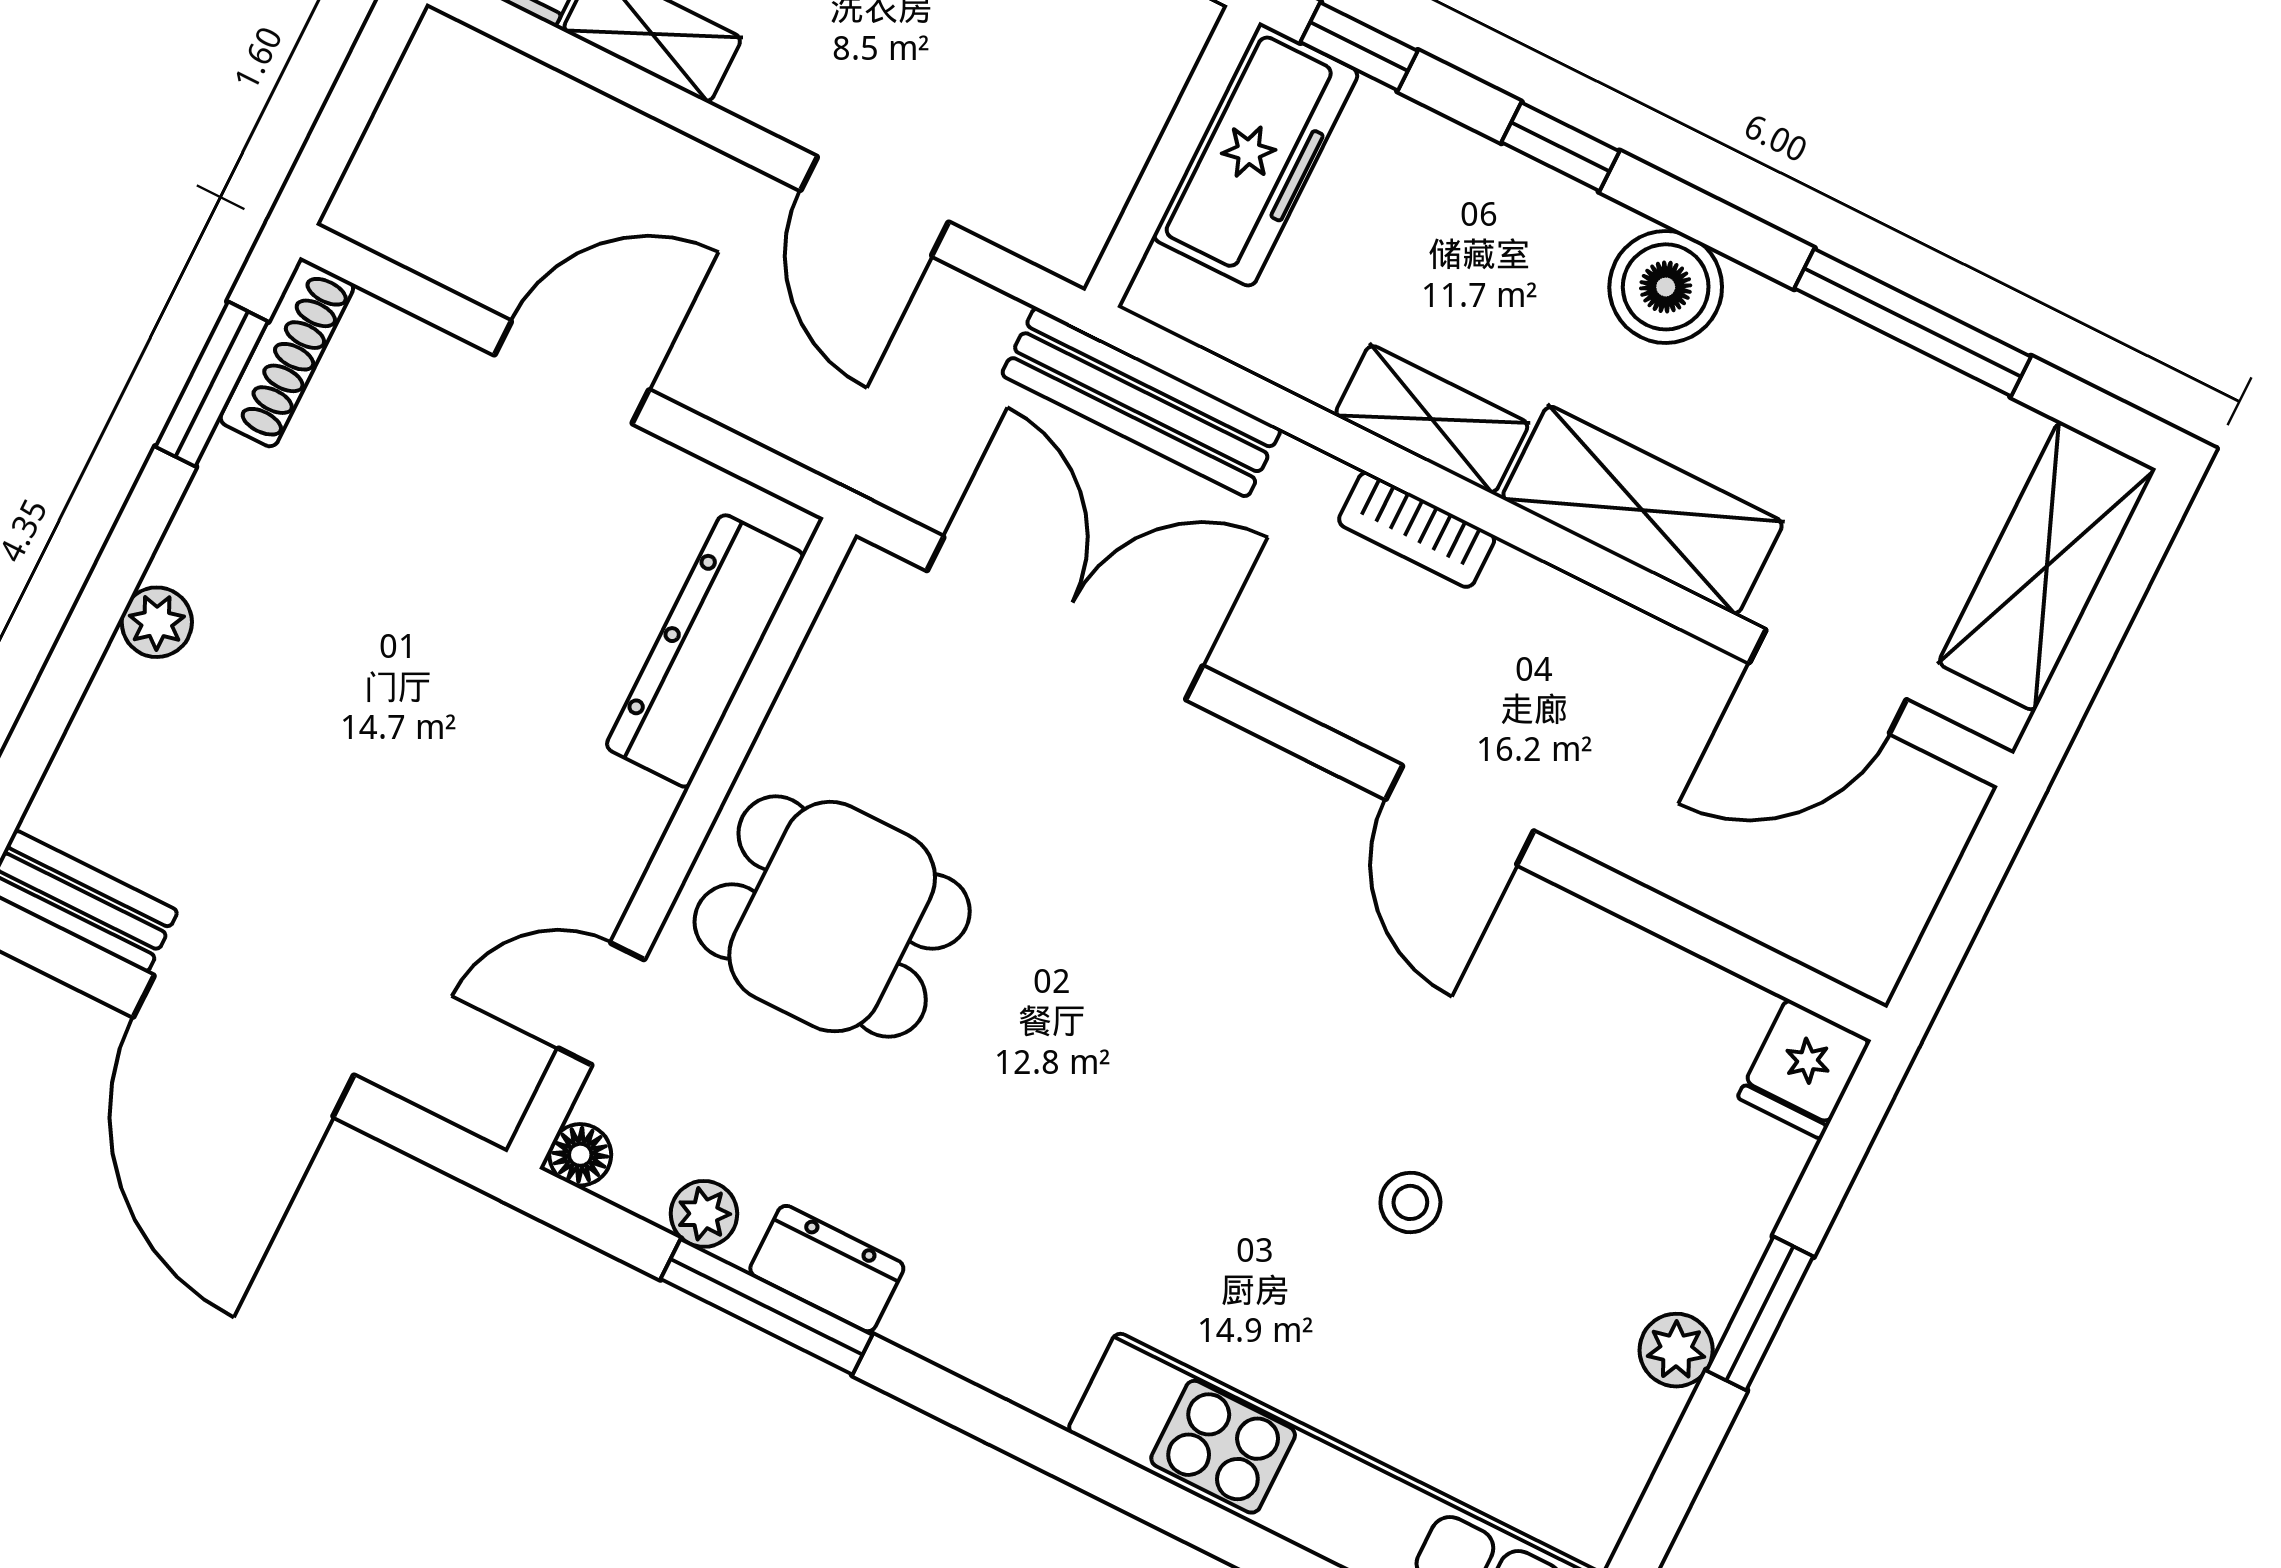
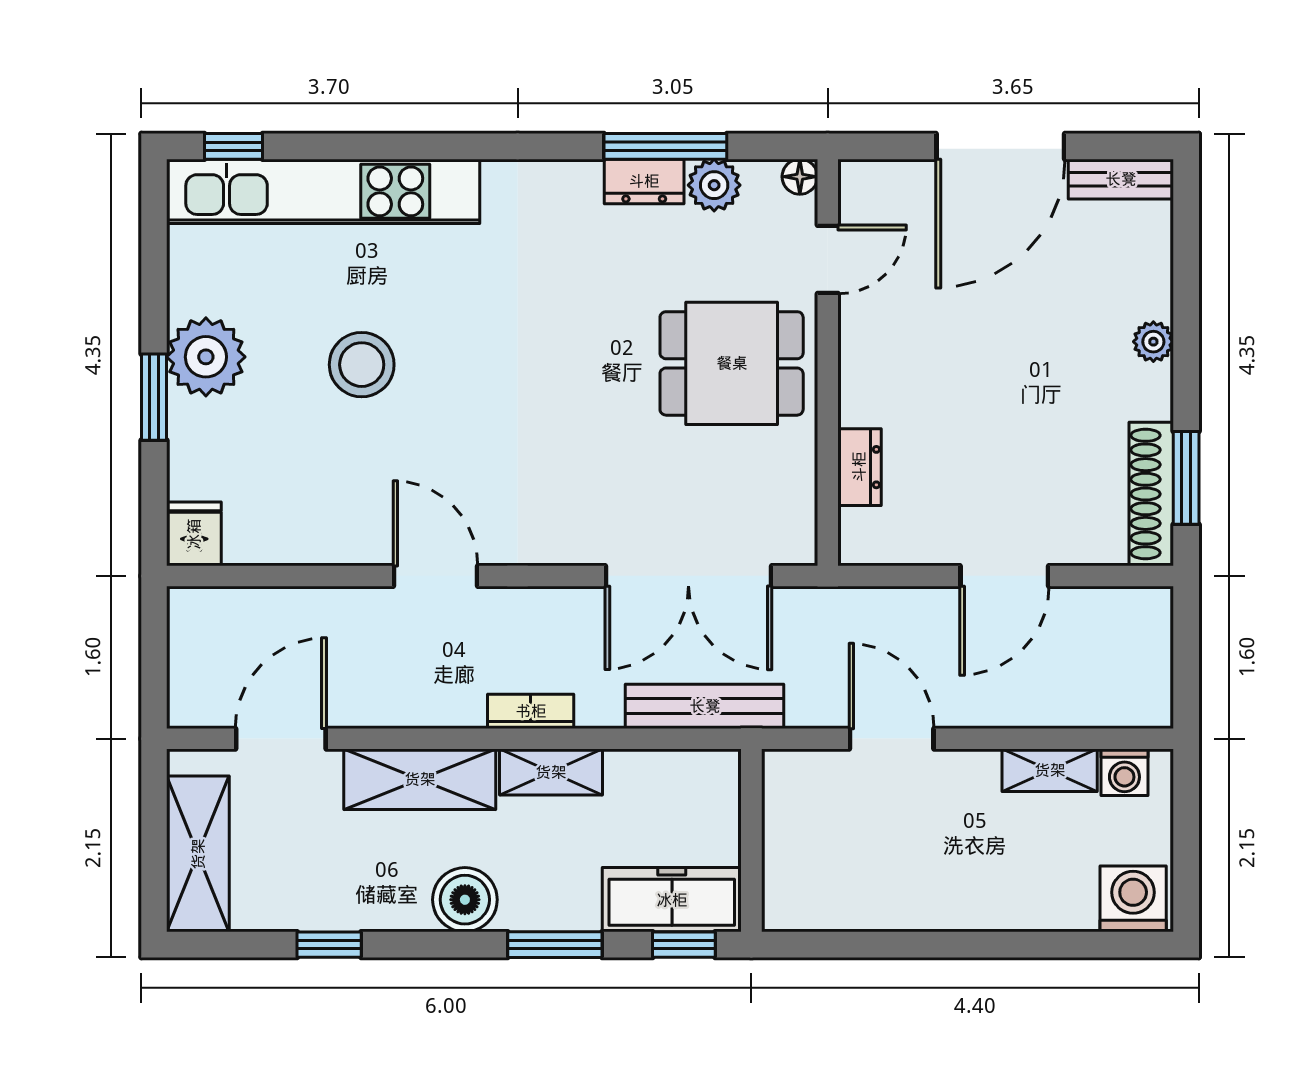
window: (1560, 147) -> (555, 945), width x1.50
freezer: (1256, 155) -> (672, 900), moved, turned 90
window: (1913, 322) -> (329, 945), width x0.46
shoe rack: (287, 353) -> (1151, 494), width x1.36, depth x1.24
dresser: (705, 651) -> (859, 467), width x0.51, depth x0.80
door: (244, 1046) -> (1000, 146), swing flipped
stool: (1410, 1202) -> (362, 365), width x1.89, depth x1.89
plant: (704, 1214) -> (714, 185), width x1.38, depth x1.38
plant: (1676, 1350) -> (206, 357), width x1.88, depth x1.88

